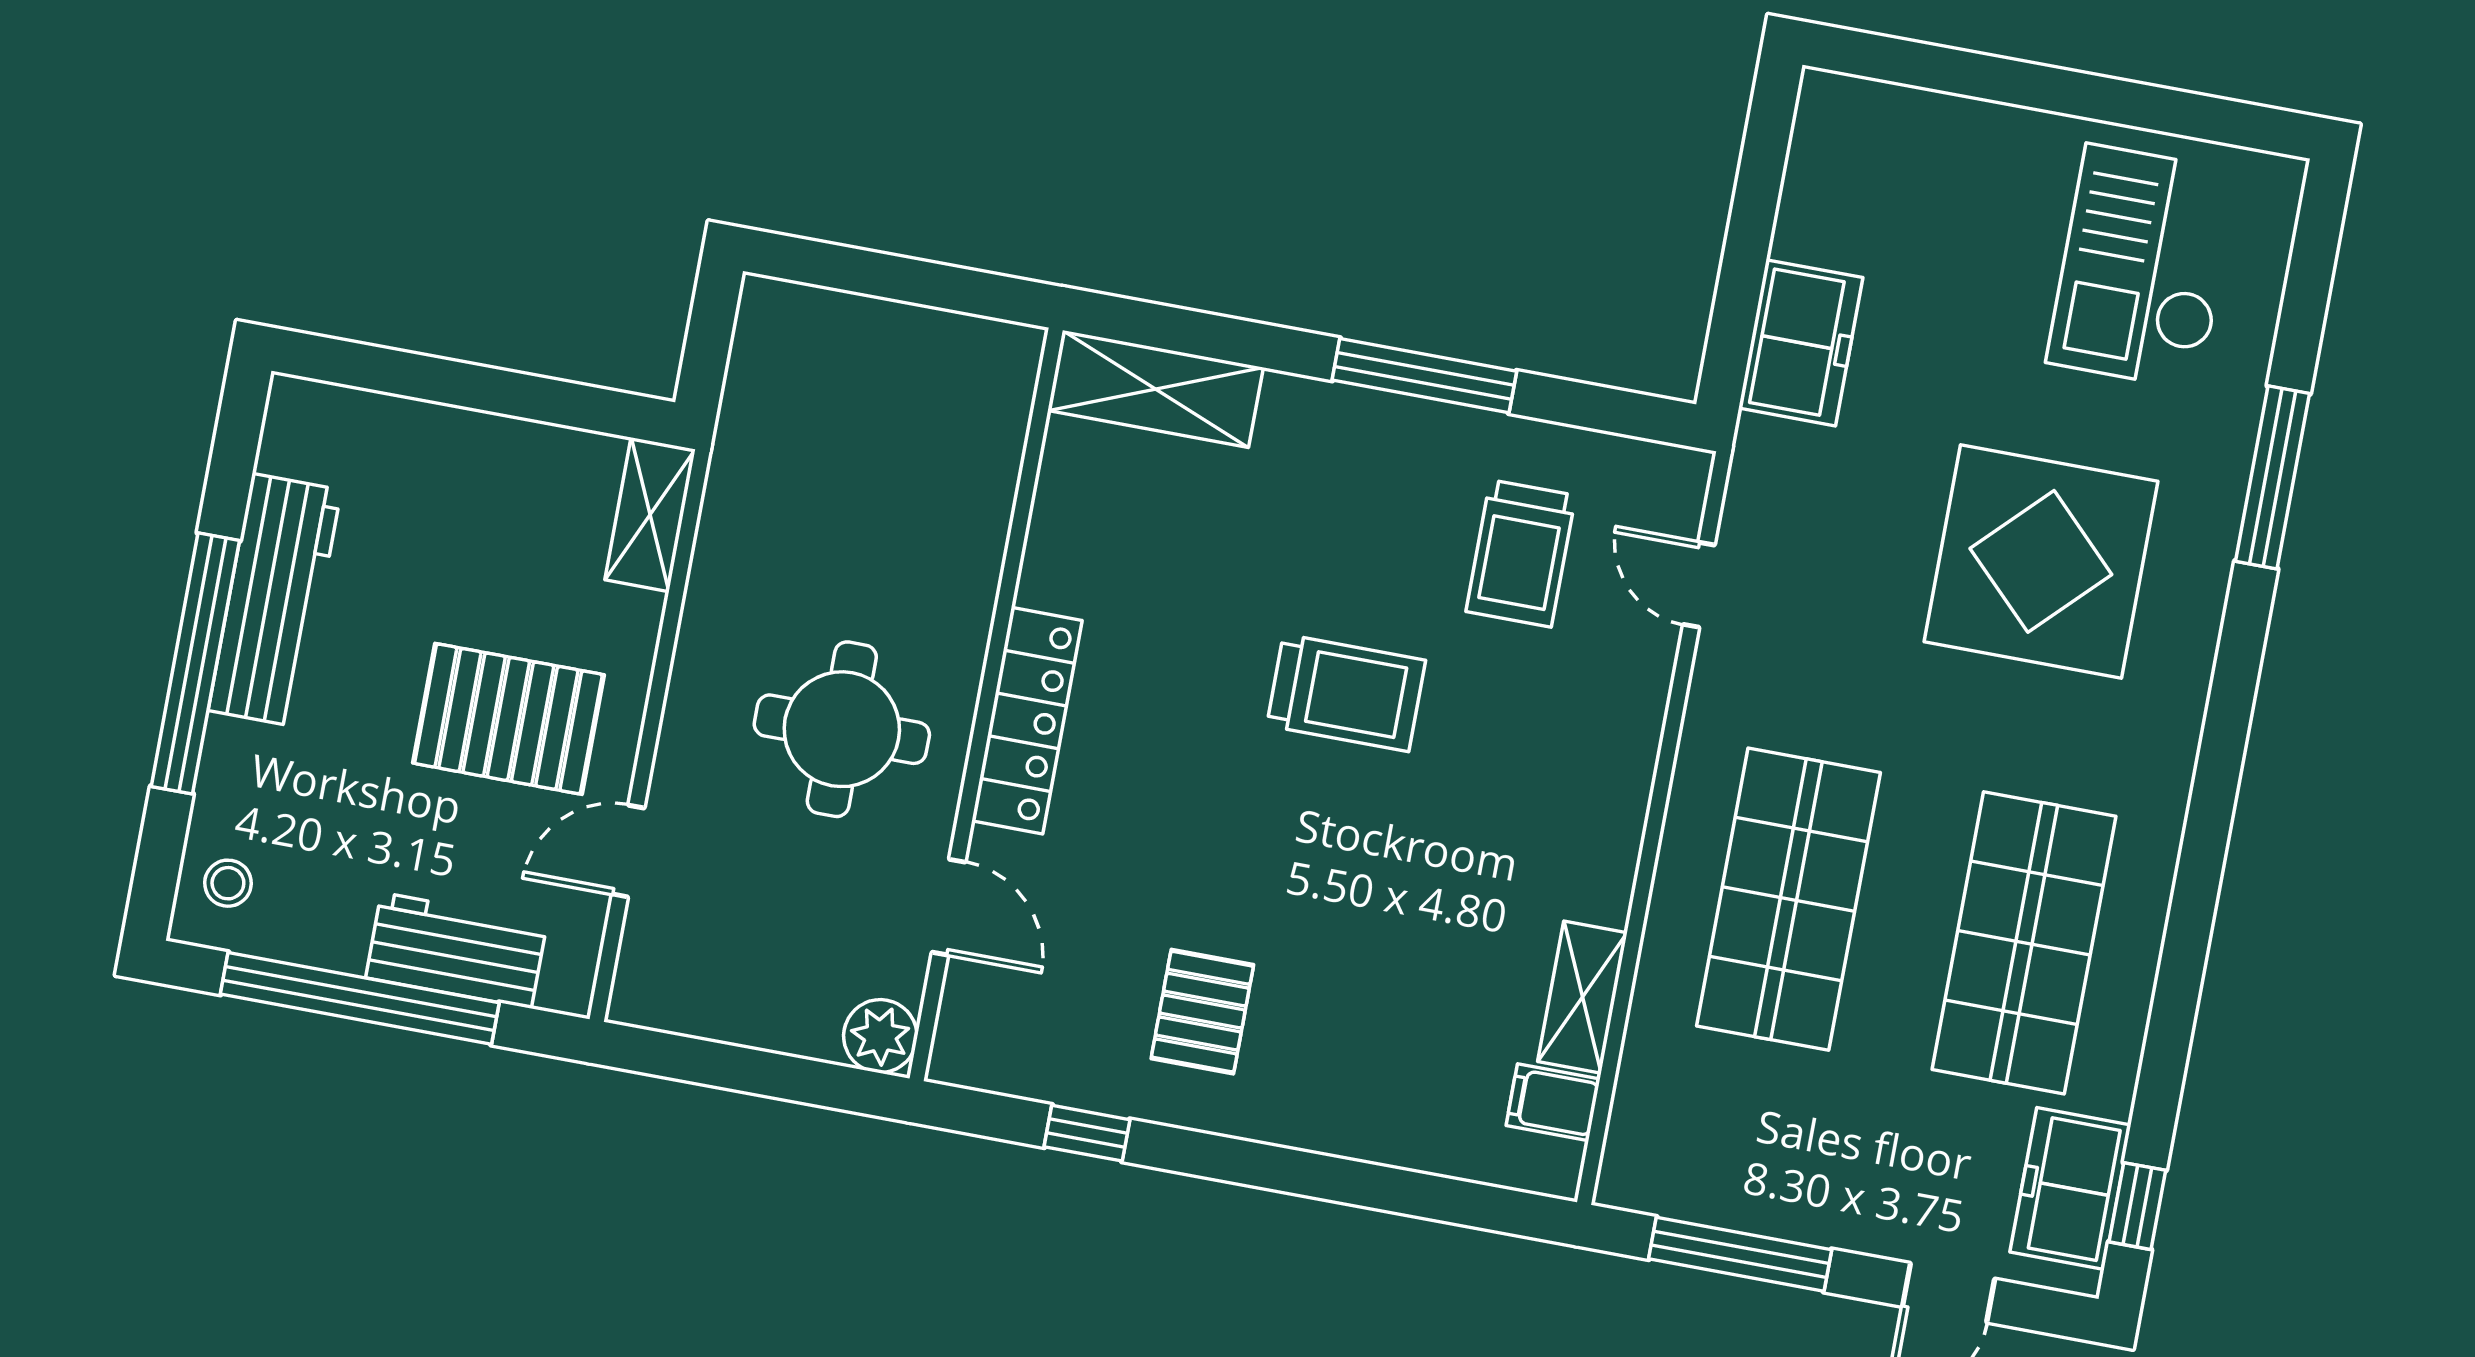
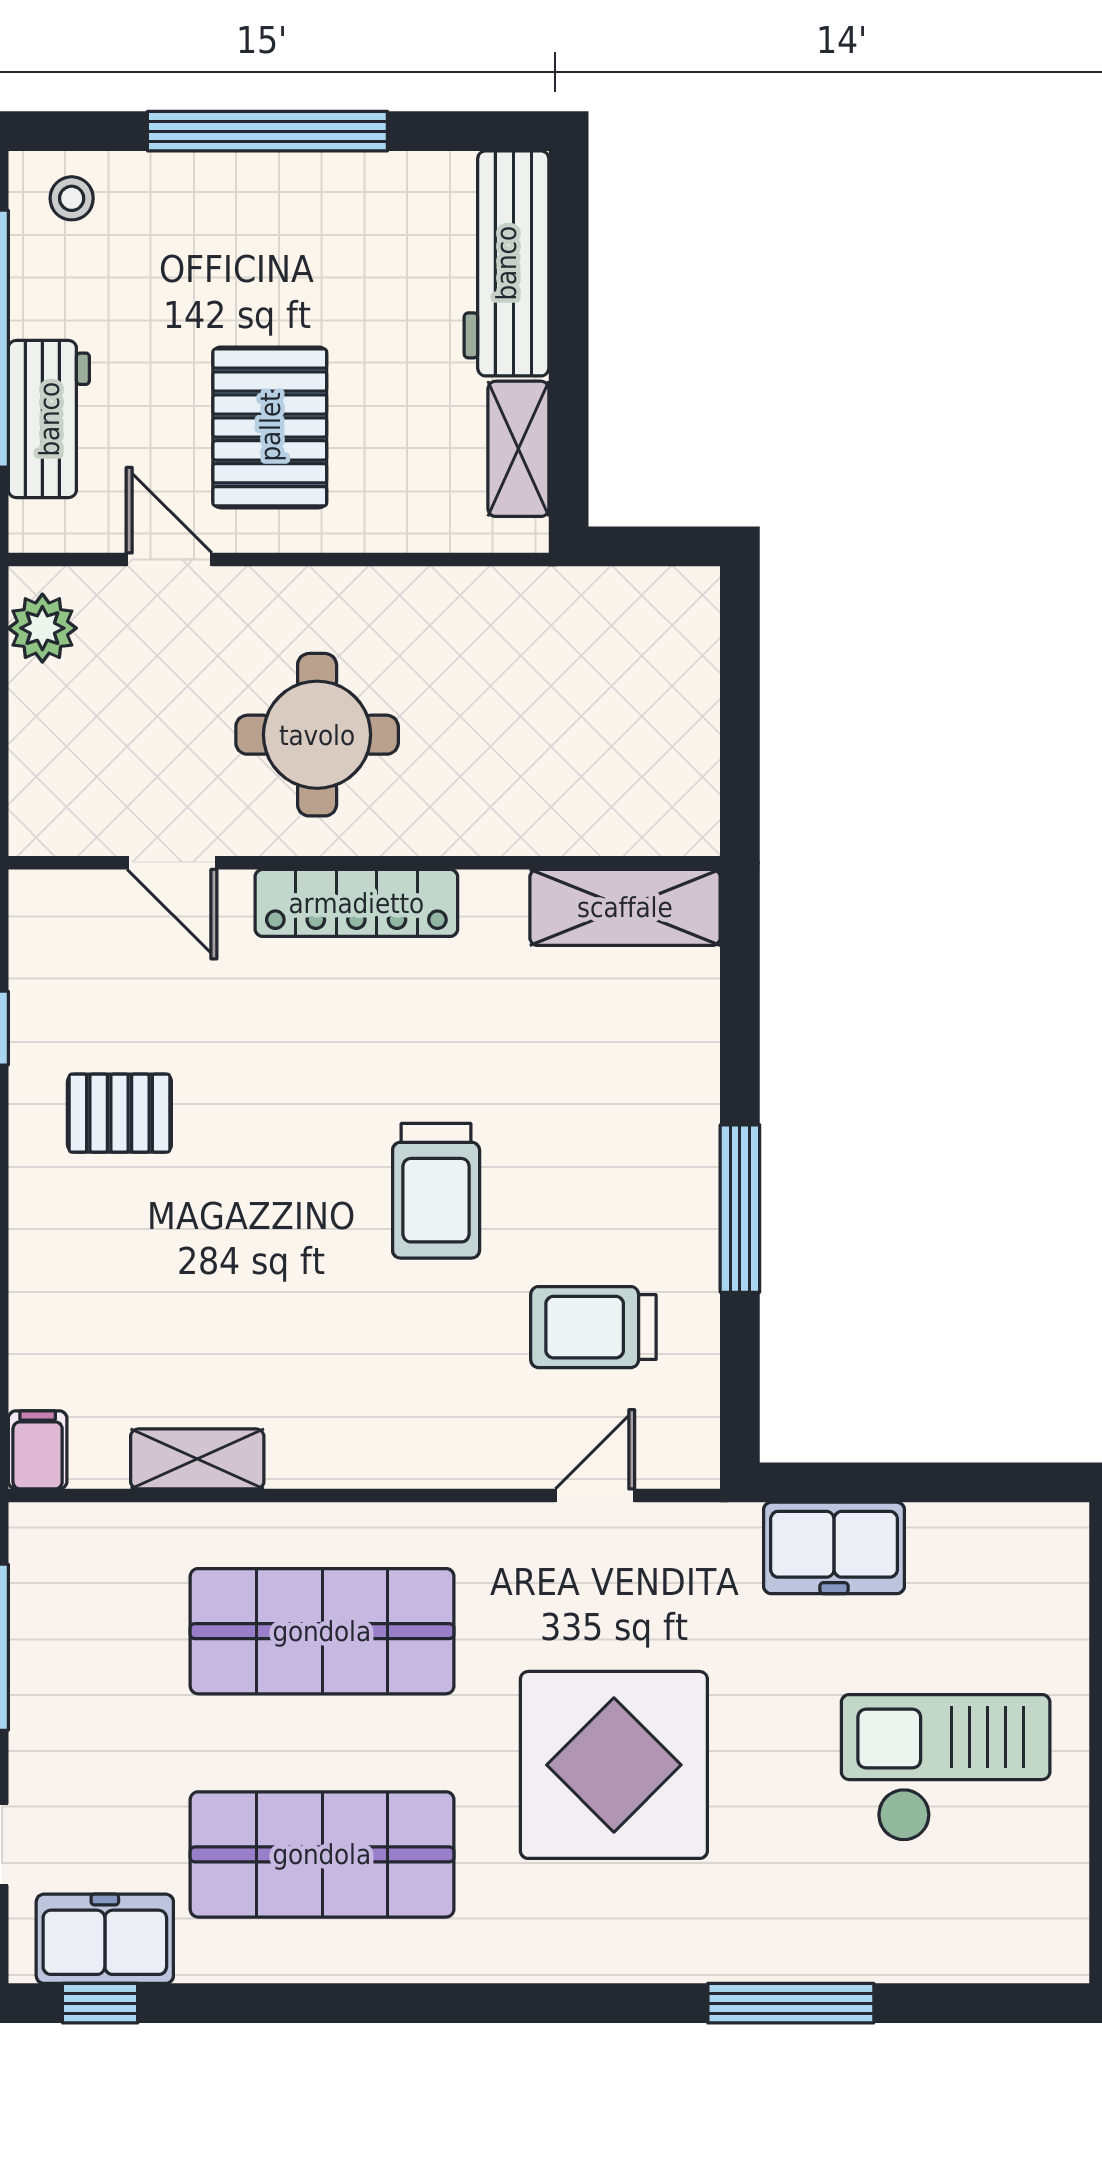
checkout: (2143, 267) -> (946, 1768), moved
shelving: (1156, 389) -> (625, 907), moved, turned 90
shelving: (650, 515) -> (518, 449), moved, turned 90
display table: (2041, 561) -> (614, 1765), moved
workbench: (275, 600) -> (506, 263), moved, turned 90
door: (949, 907) -> (172, 863), hinge flipped
plant: (880, 1036) -> (42, 628), moved
filing cabinet: (1553, 1102) -> (38, 1450), moved

